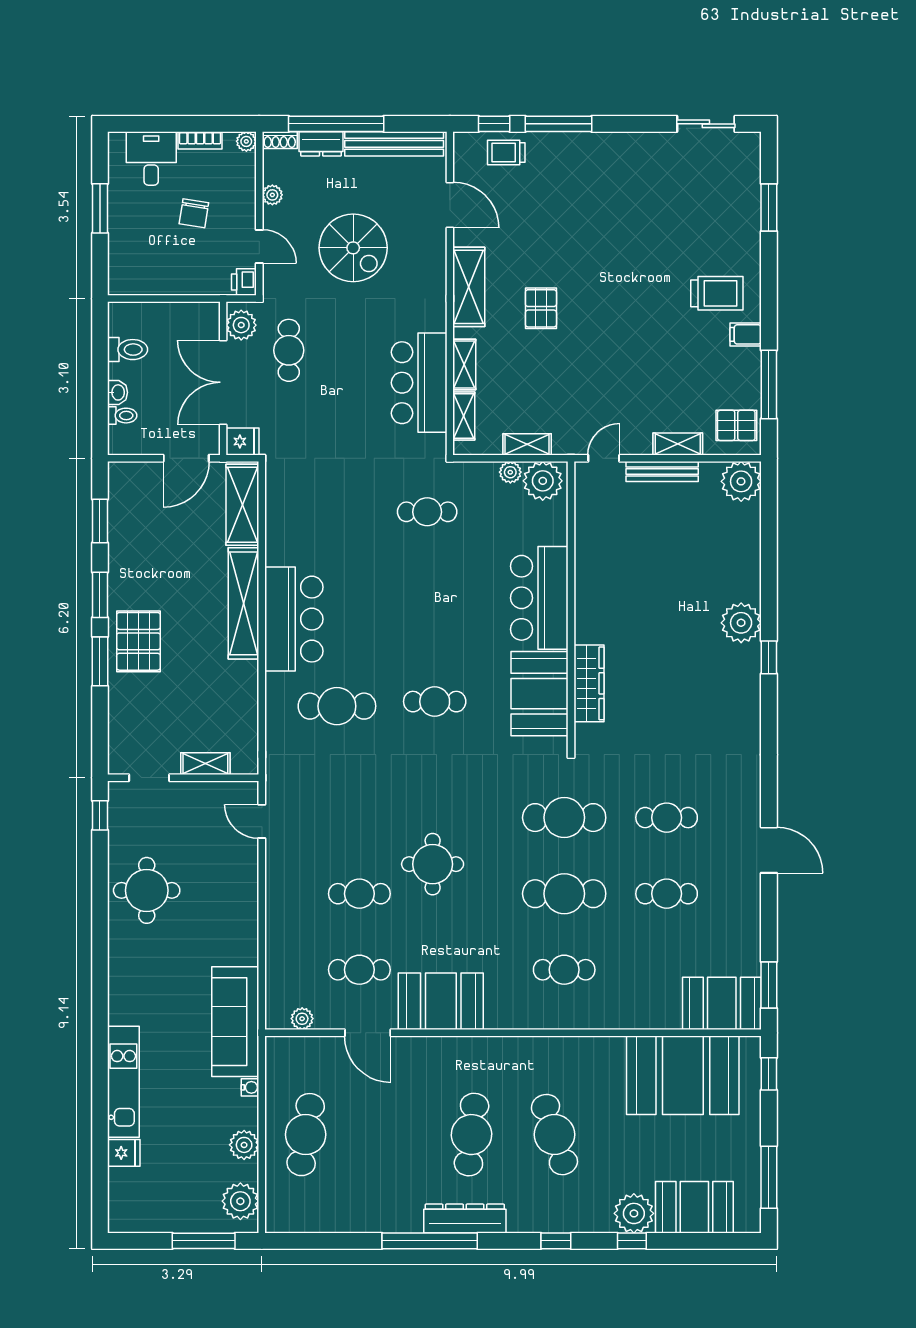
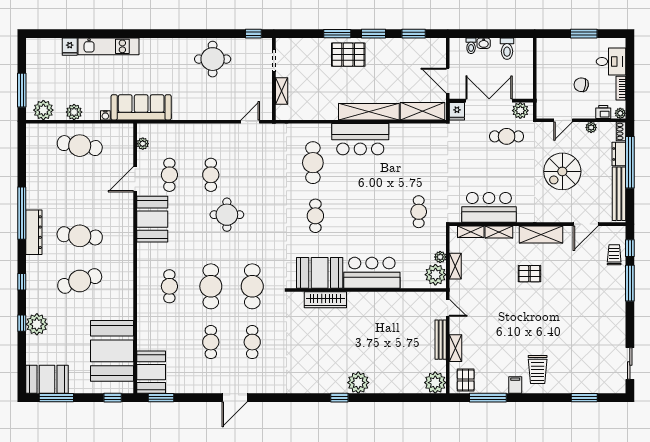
printer: (244, 282) -> (603, 112), moved
booth: (694, 1207) -> (47, 379), moved, turned 90

